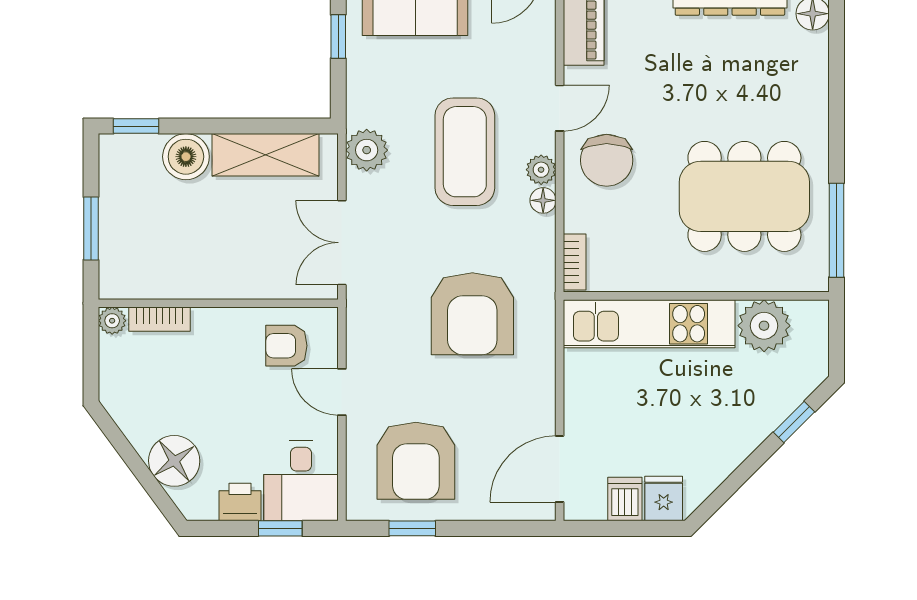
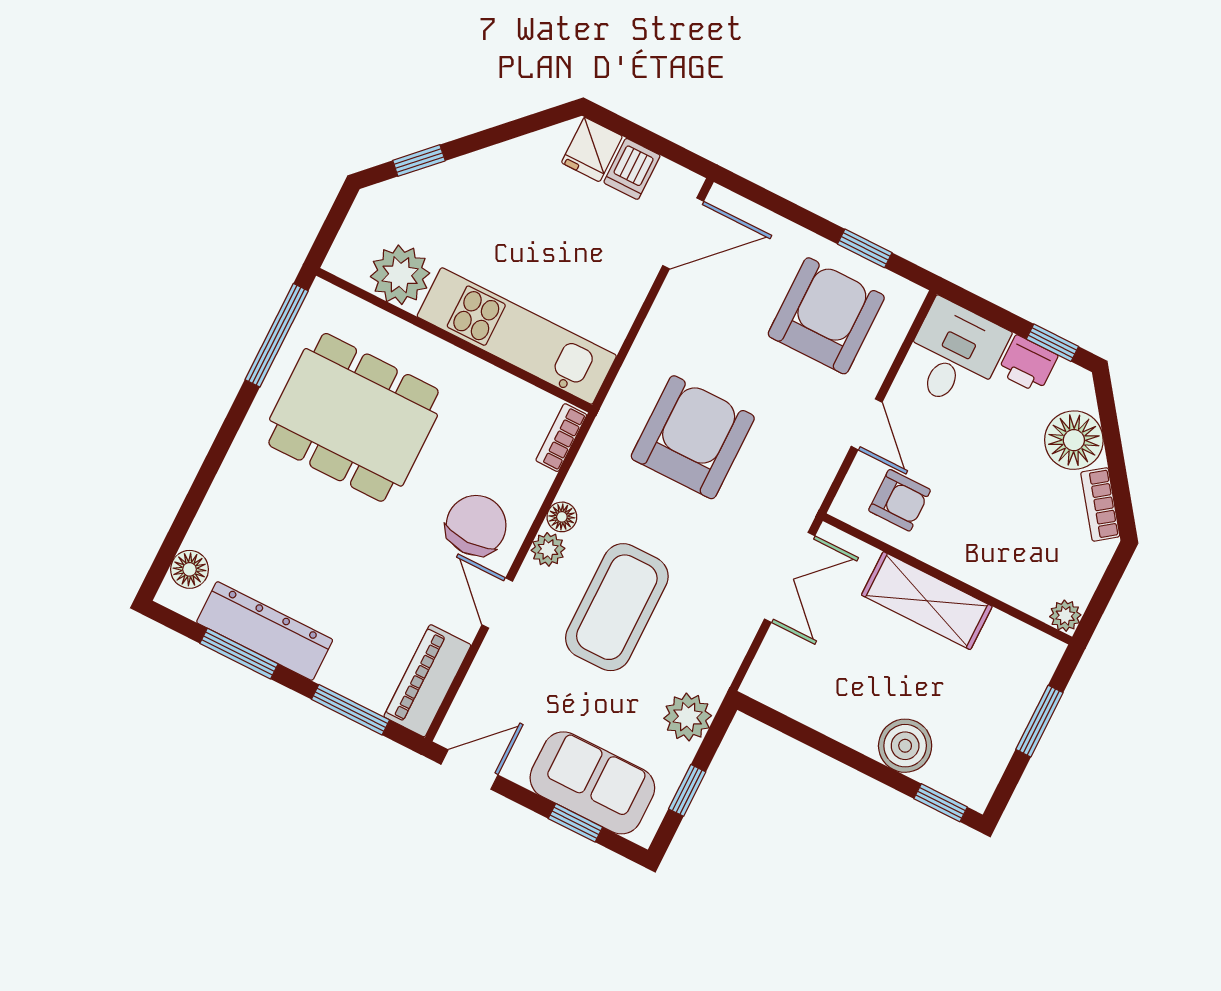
door: (560, 108) -> (497, 603), hinge flipped
plant: (367, 150) -> (688, 717), moved
shelving: (265, 155) -> (927, 601), moved
bookcase: (159, 319) -> (1100, 504), moved, turned -126
window: (280, 528) -> (1052, 343), moved

